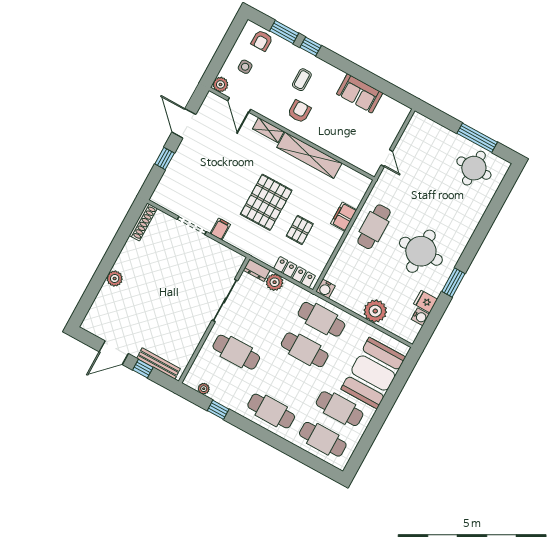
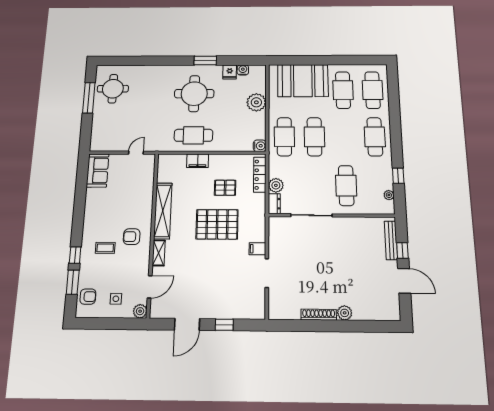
sofa: (360, 93) -> (98, 170), moved
shoe rack: (143, 222) -> (319, 315), moved

